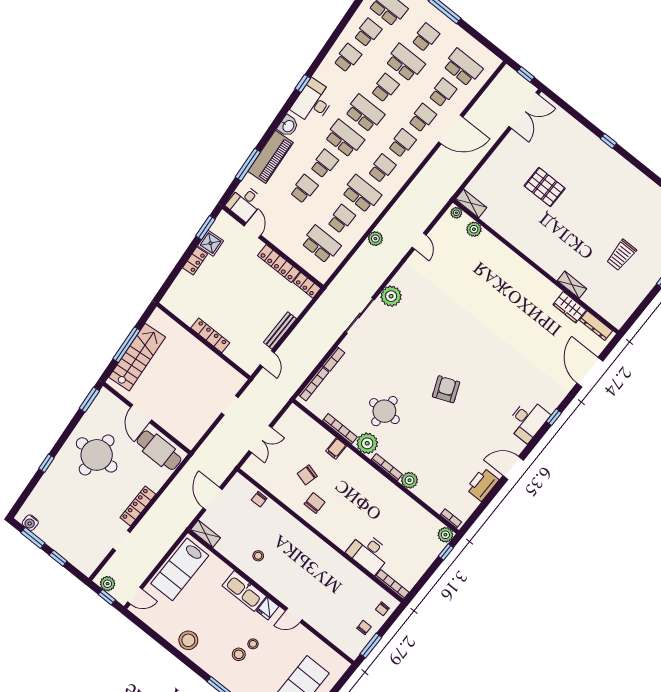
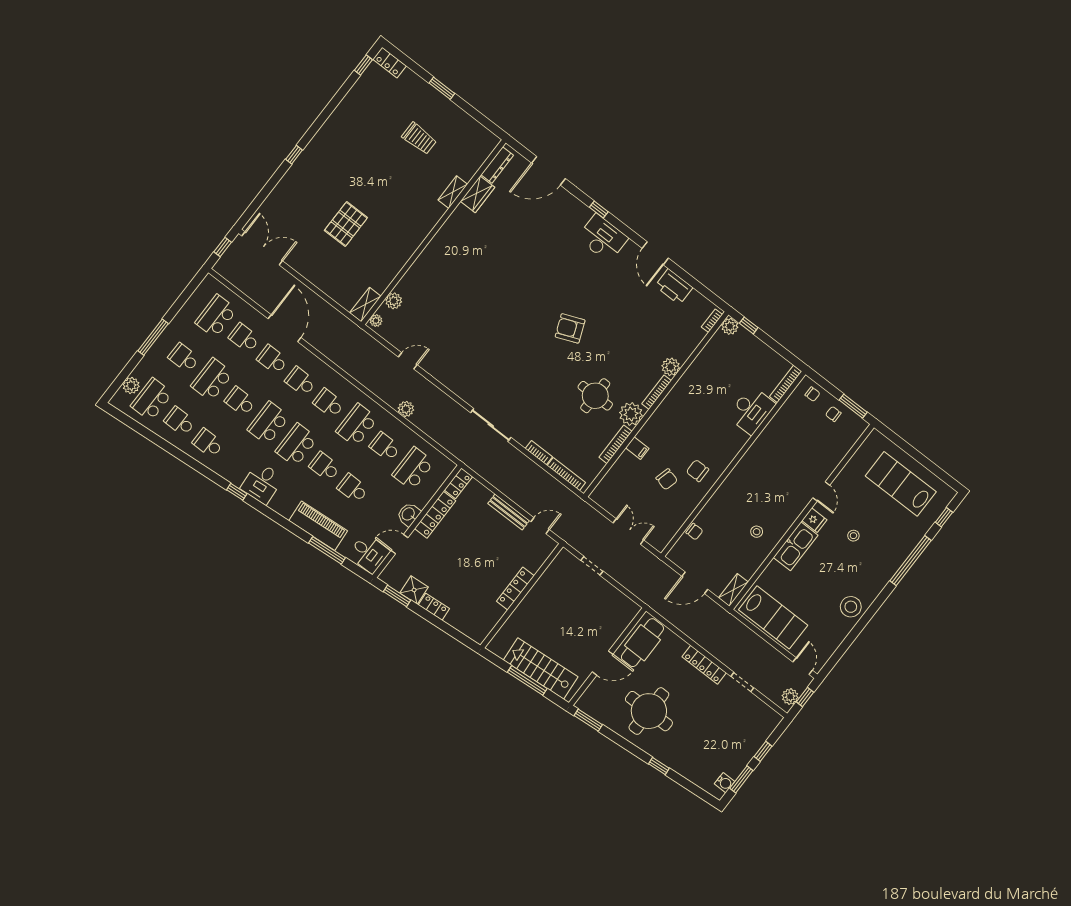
desk: (313, 102) -> (262, 483), width x0.73
washbasin: (288, 126) -> (409, 514), moved, turned -85
plant: (391, 296) -> (469, 391), removed
stool: (239, 654) -> (865, 551), removed

